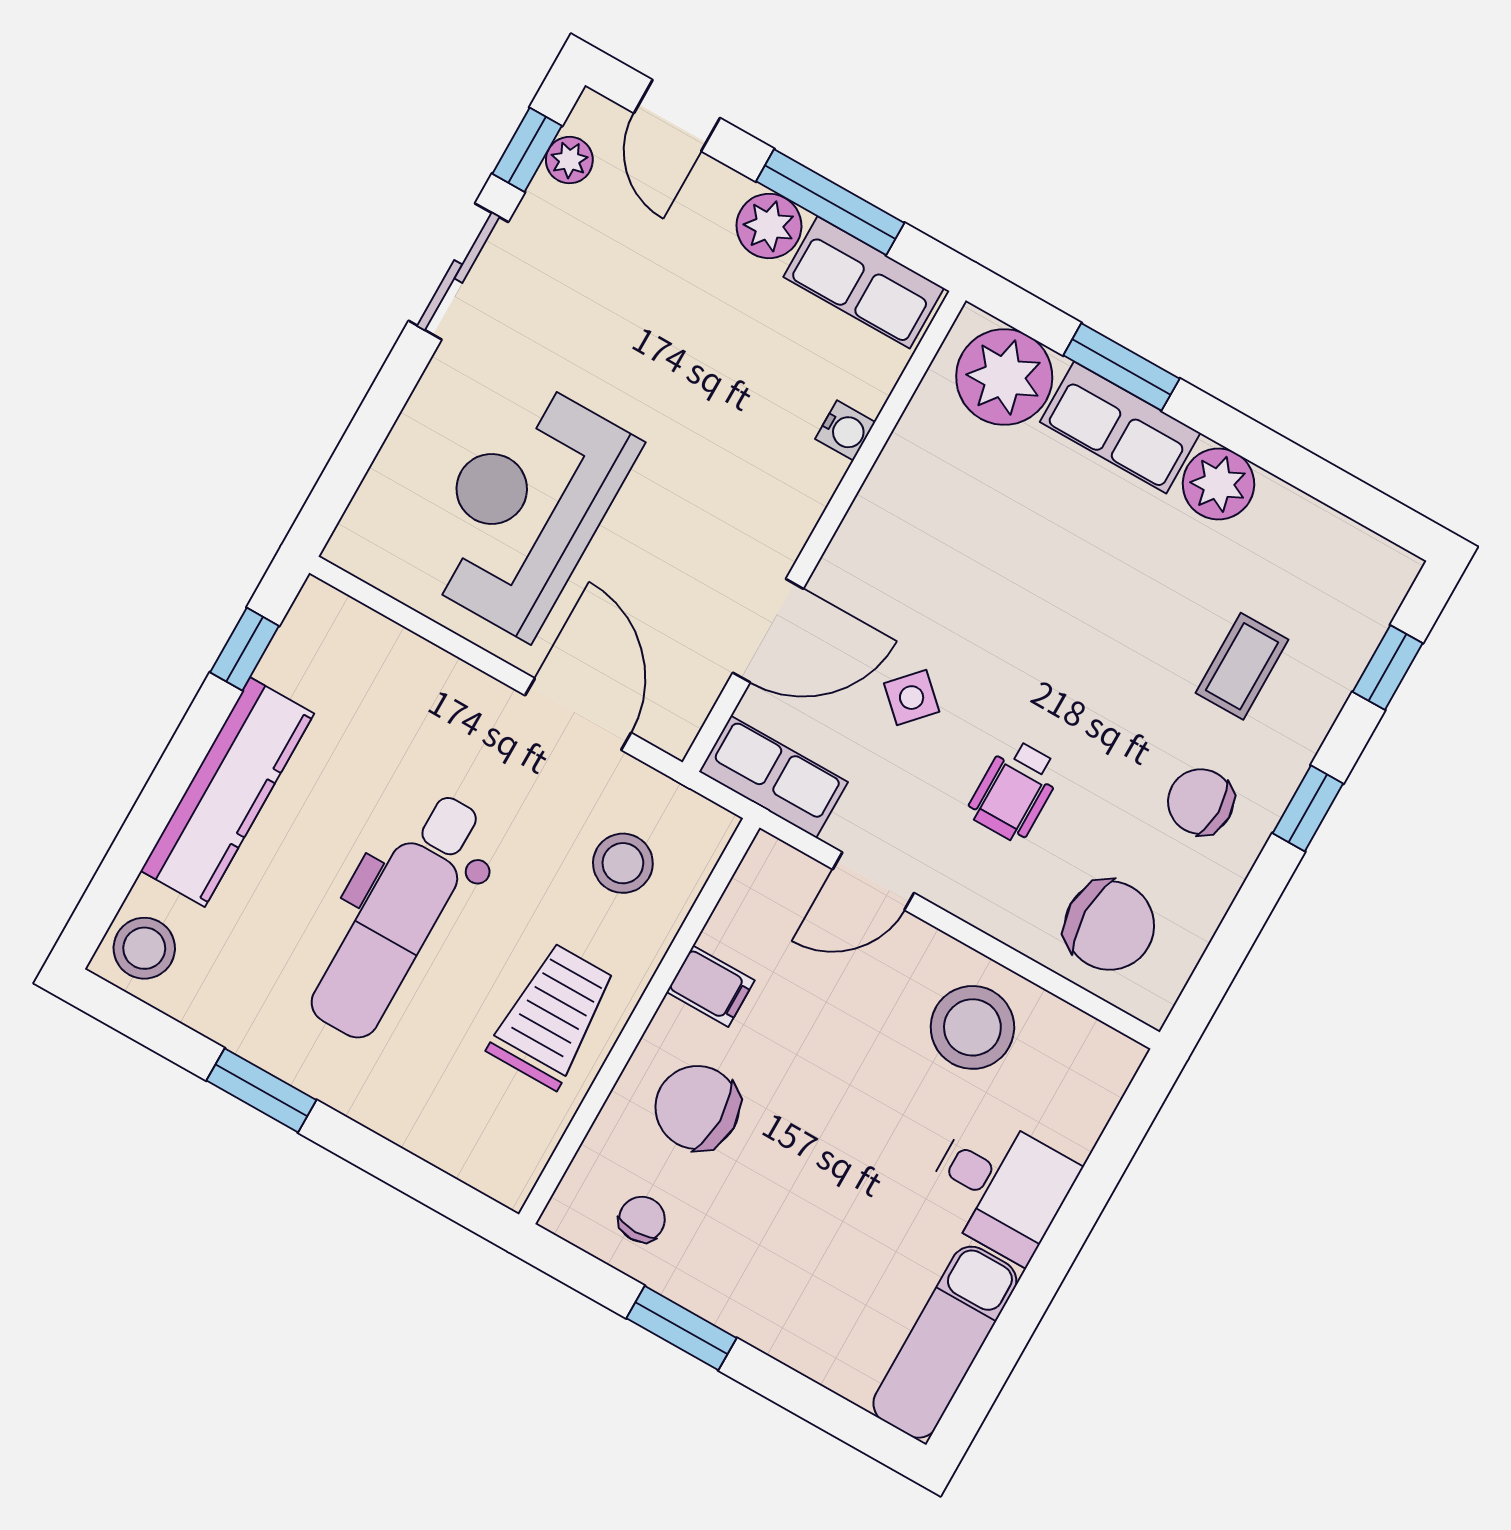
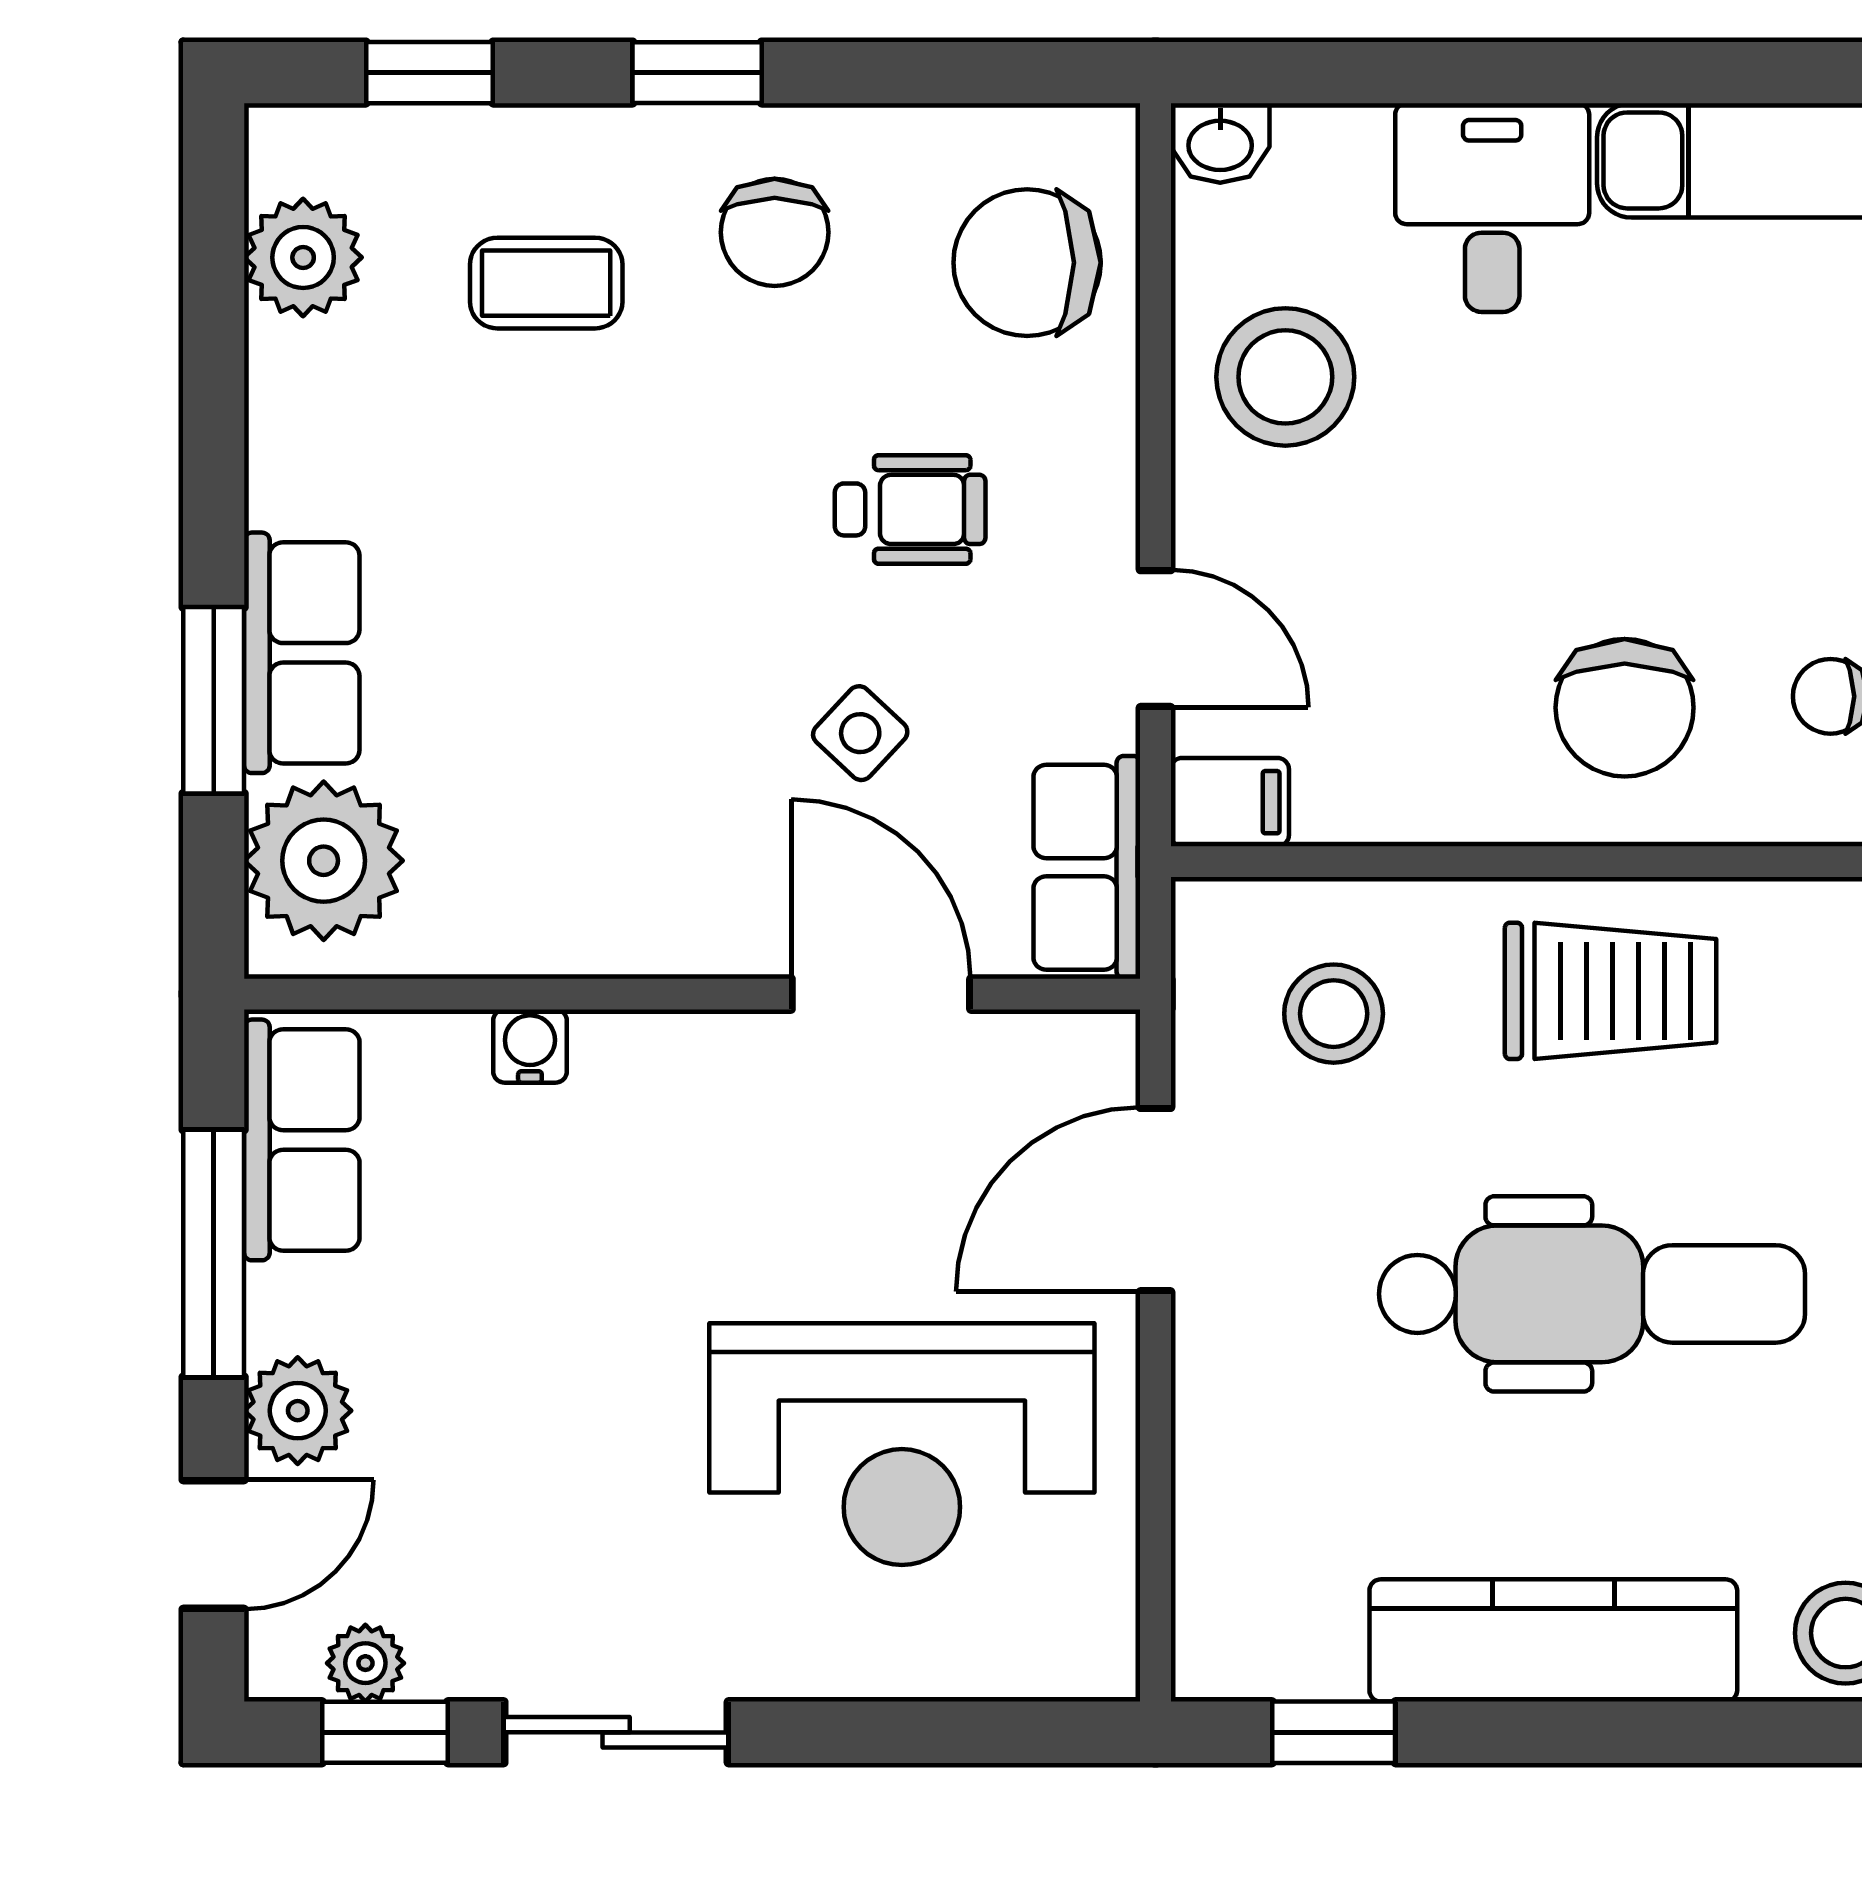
plant: (769, 226) -> (298, 1411), moved
plant: (1218, 484) -> (303, 257), moved
chair: (1110, 925) -> (1027, 263), turned -90
filing cabinet: (711, 986) -> (1230, 802), moved, turned 90
trolley: (552, 1016) -> (1611, 991), turned 180
washbasin: (1115, 1063) -> (1220, 143), added

